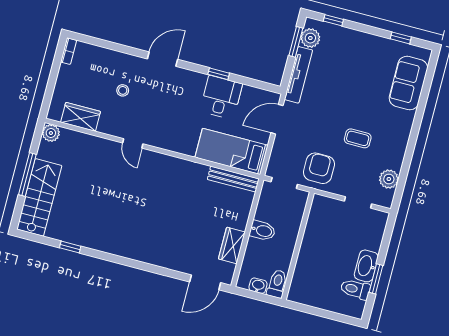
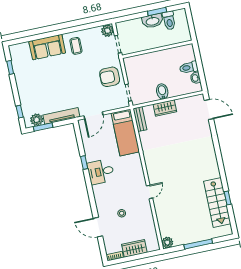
door: (162, 59) -> (98, 227), moved
sofa: (408, 83) -> (47, 47), moved
desk: (221, 97) -> (101, 172), moved
wardrobe: (81, 117) -> (134, 248), moved, turned 90
door: (277, 119) -> (93, 115), hinge flipped
coffee table: (358, 138) -> (76, 46), moved
bench: (233, 179) -> (140, 119), width x0.73
plant: (389, 179) -> (107, 31), moved
stairs: (39, 197) -> (217, 203), moved, turned -90
wardrobe: (232, 245) -> (165, 108), moved
wall: (298, 246) -> (157, 49), moved

